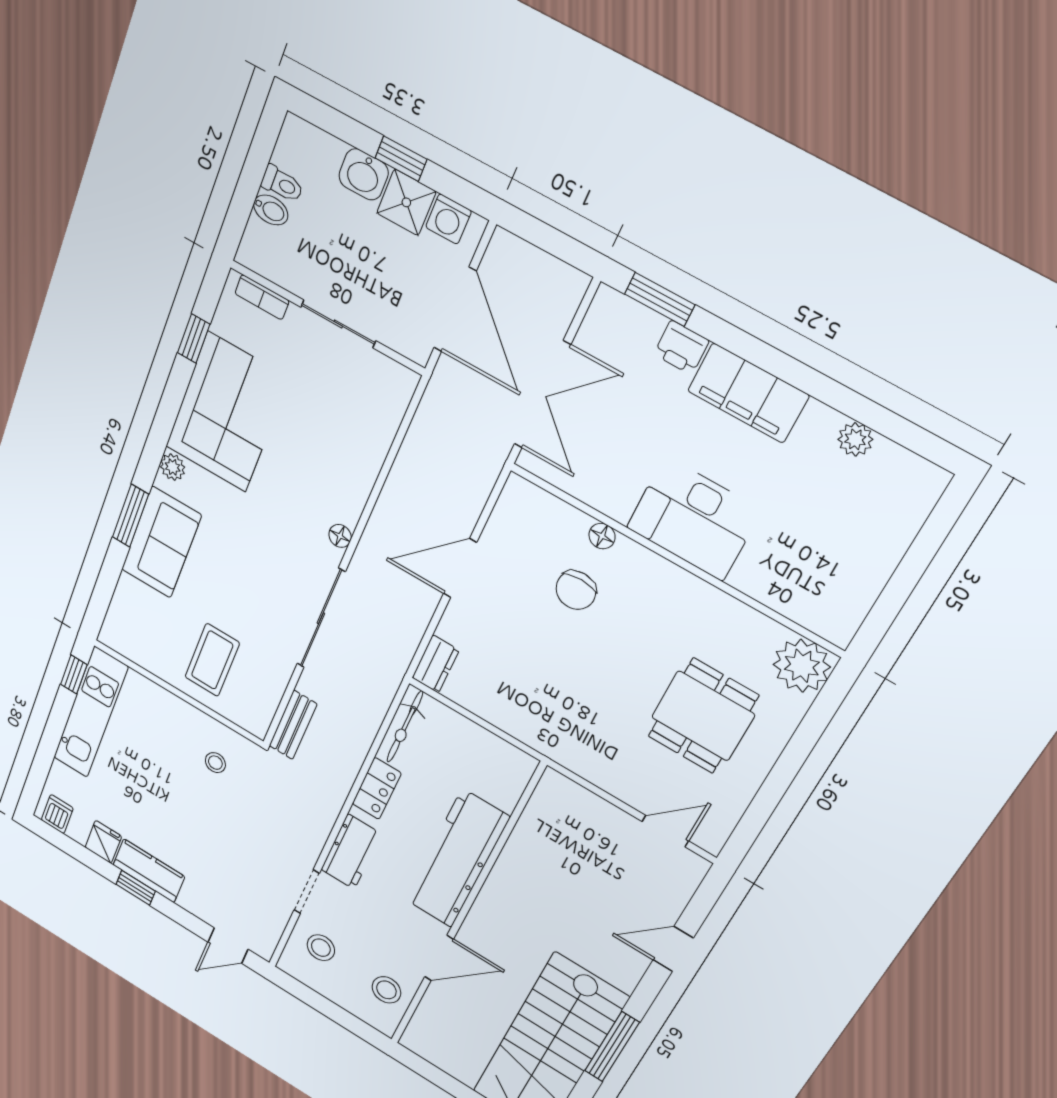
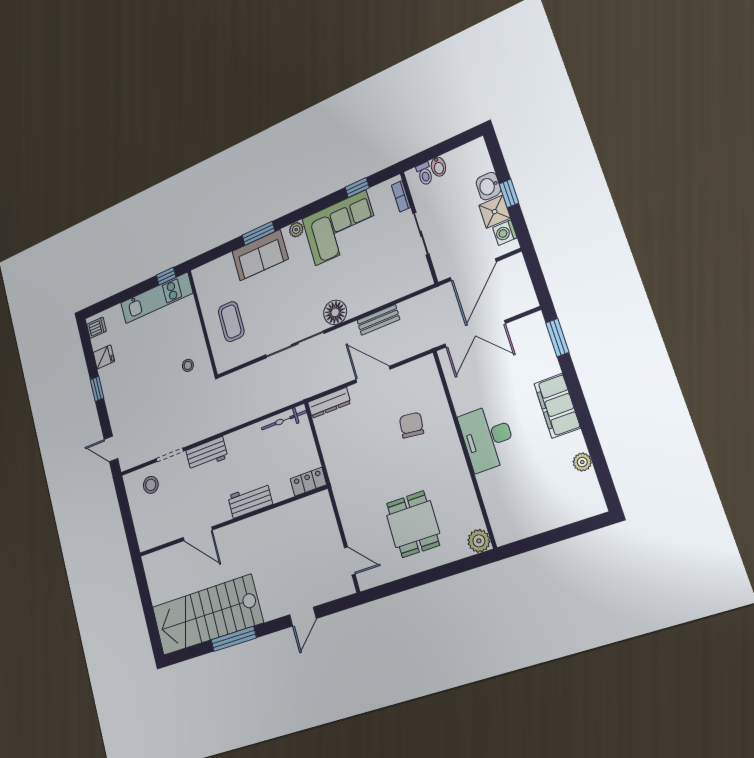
toilet: (282, 184) -> (425, 174), moved
printer: (681, 348) -> (548, 364), removed
floor lamp: (340, 536) -> (335, 312), width x1.89, depth x1.89
floor lamp: (602, 536) -> (444, 412), removed
chair: (576, 590) -> (412, 425), turned 97
coffee table: (212, 660) -> (231, 322), turned 90
dresser: (436, 664) -> (329, 403), width x1.44
plant: (802, 666) -> (479, 541), width x0.73, depth x0.73
dining table: (703, 716) -> (413, 524), turned 90
bench: (293, 725) -> (378, 320), moved
locker: (377, 788) -> (308, 482), moved, turned 180
workbench: (457, 859) -> (250, 500), width x0.53, depth x0.76
kitchen counter: (149, 871) -> (111, 386), removed
door: (673, 949) -> (303, 617), swing flipped
stool: (386, 990) -> (160, 528), removed

